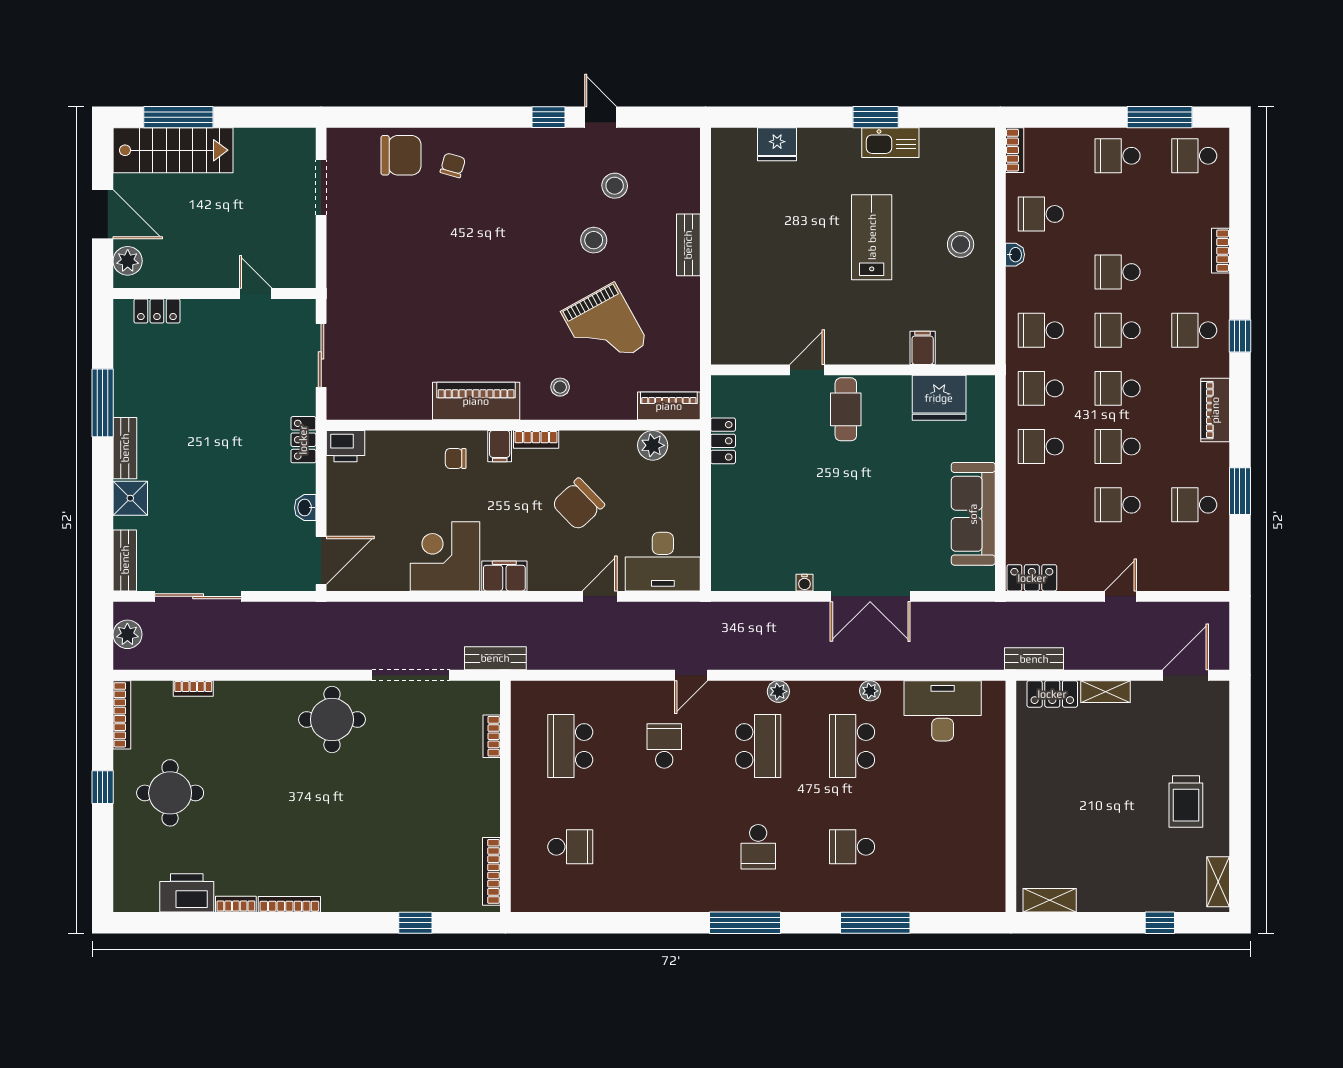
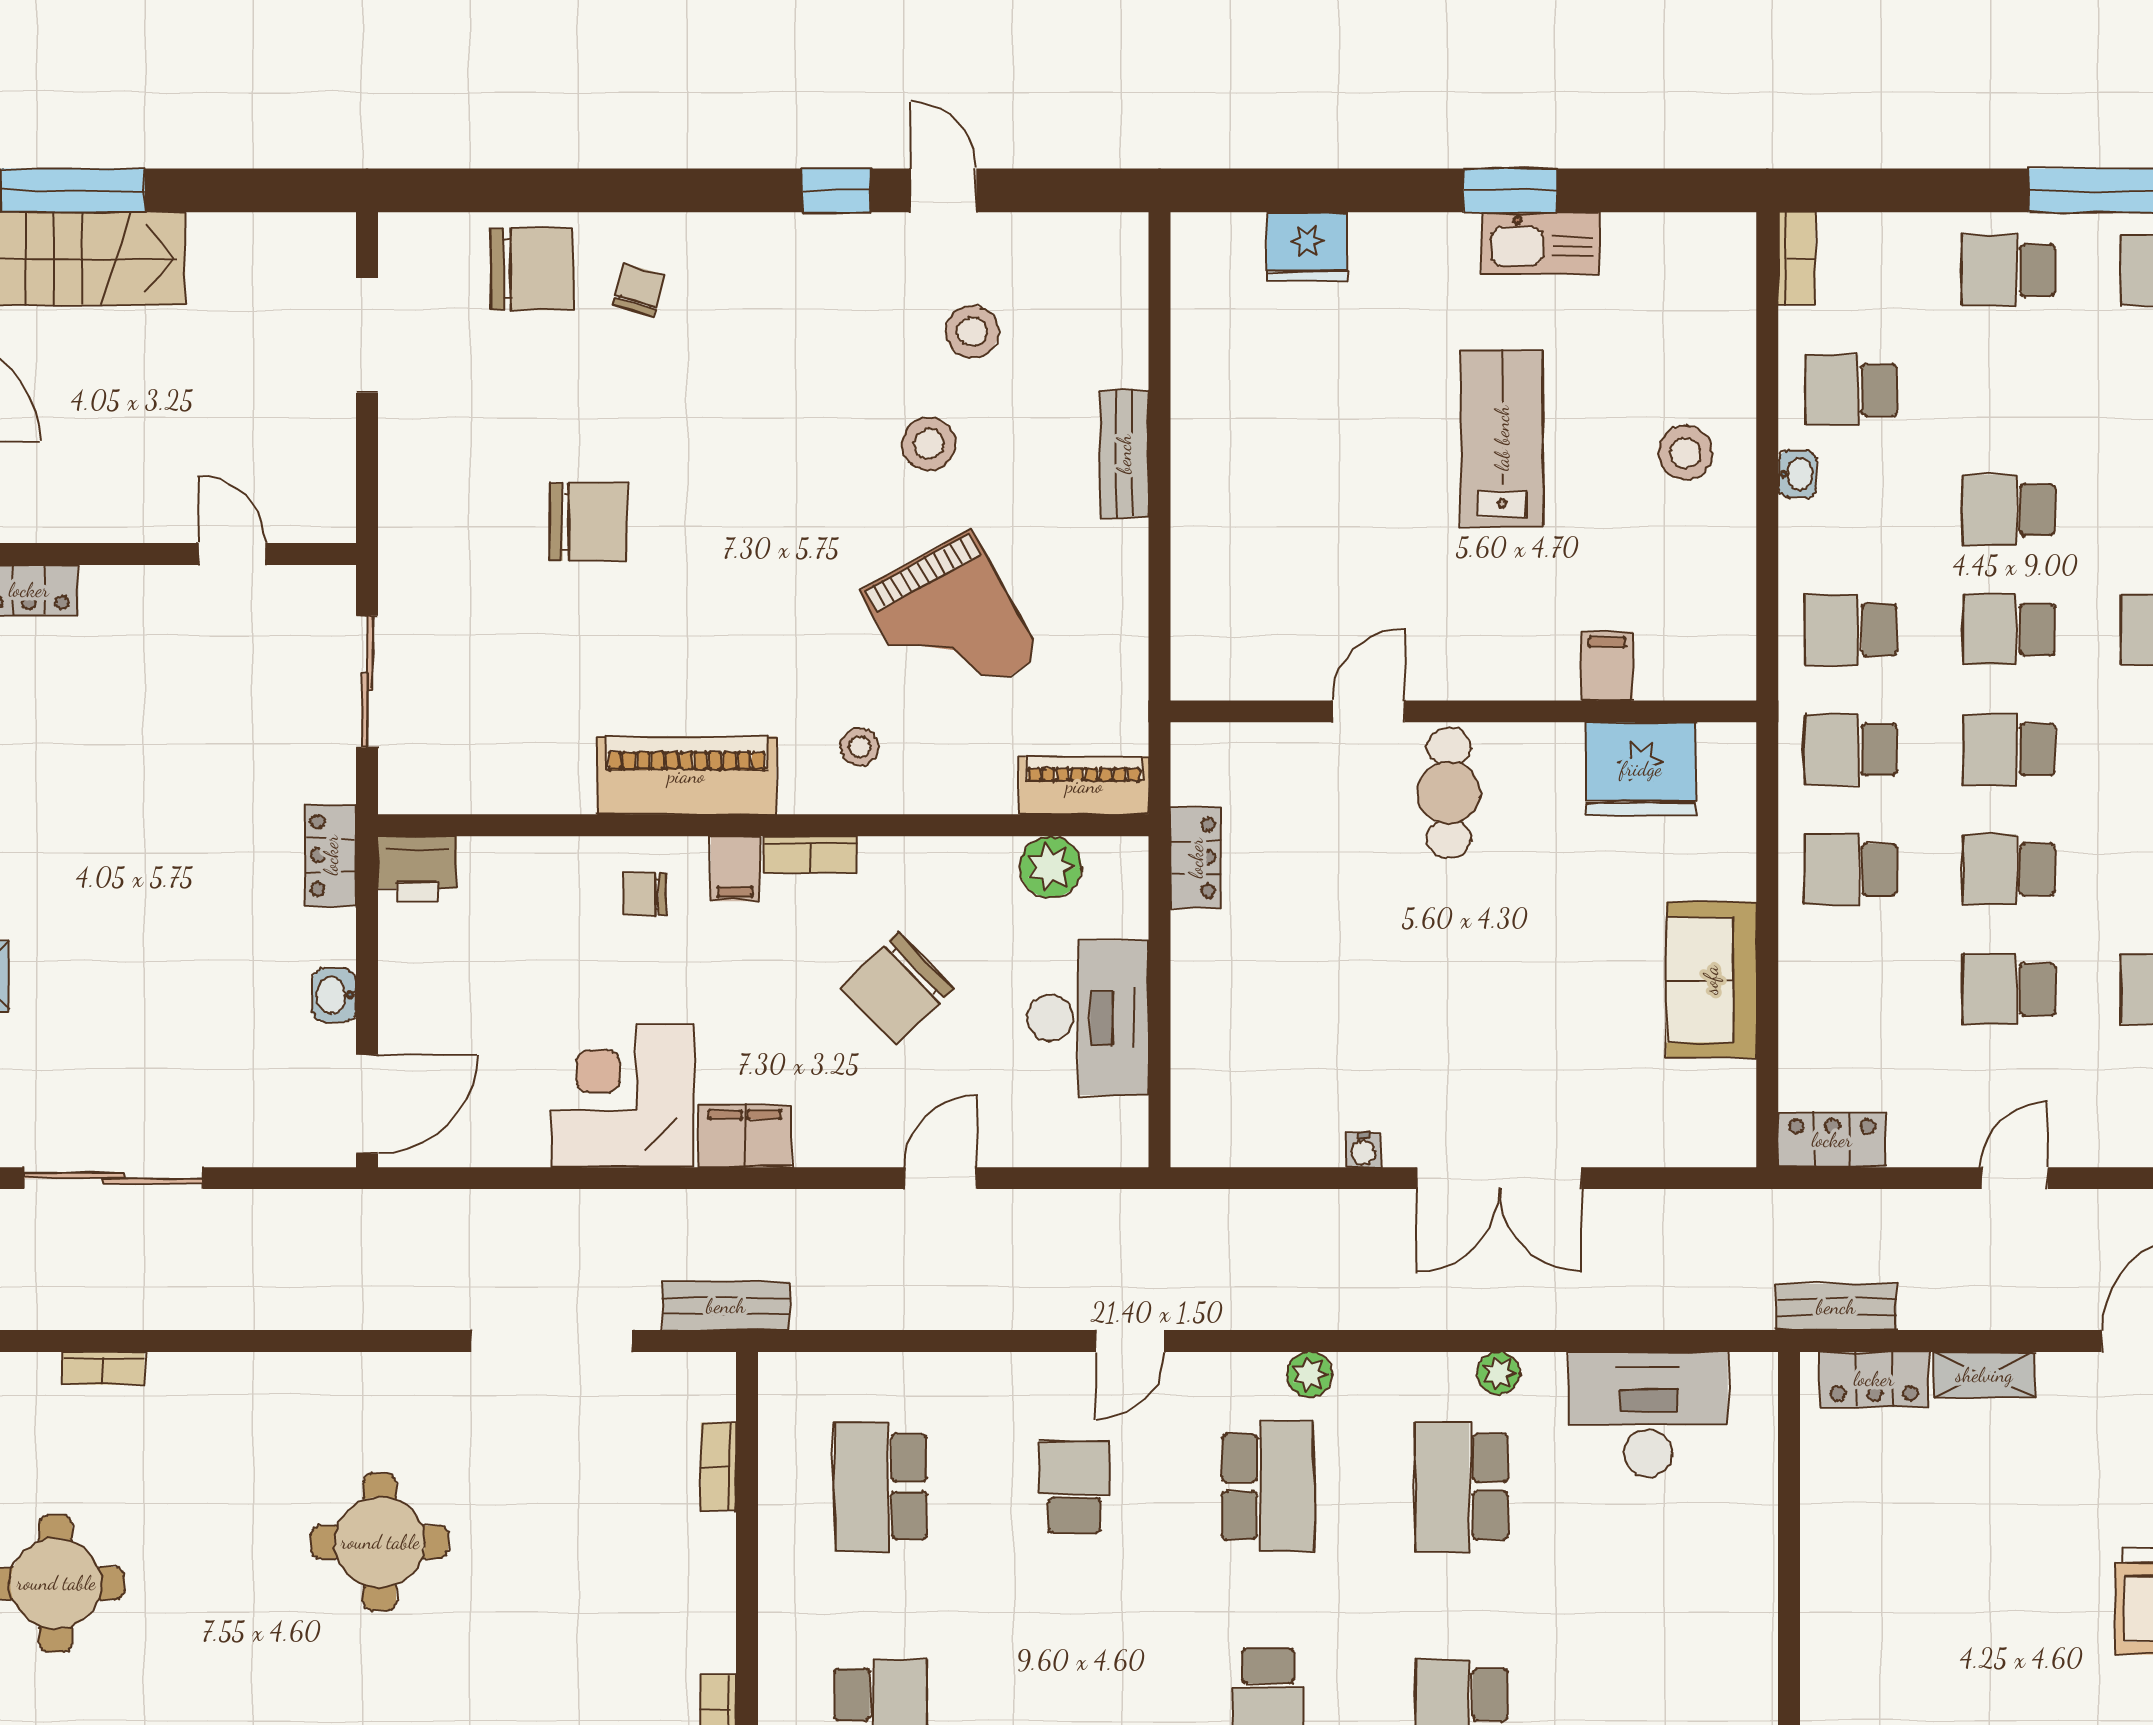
chair: (429, 278) -> (589, 522), added
sofa: (973, 514) -> (1711, 980), width x0.73
desk: (663, 562) -> (1088, 1018), moved, turned -90
round table: (332, 720) -> (380, 1542), moved

